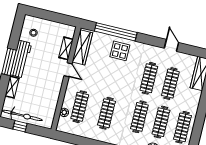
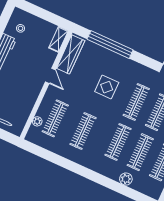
shelving: (66, 48) -> (58, 39), moved
display table: (120, 51) -> (107, 87), moved

